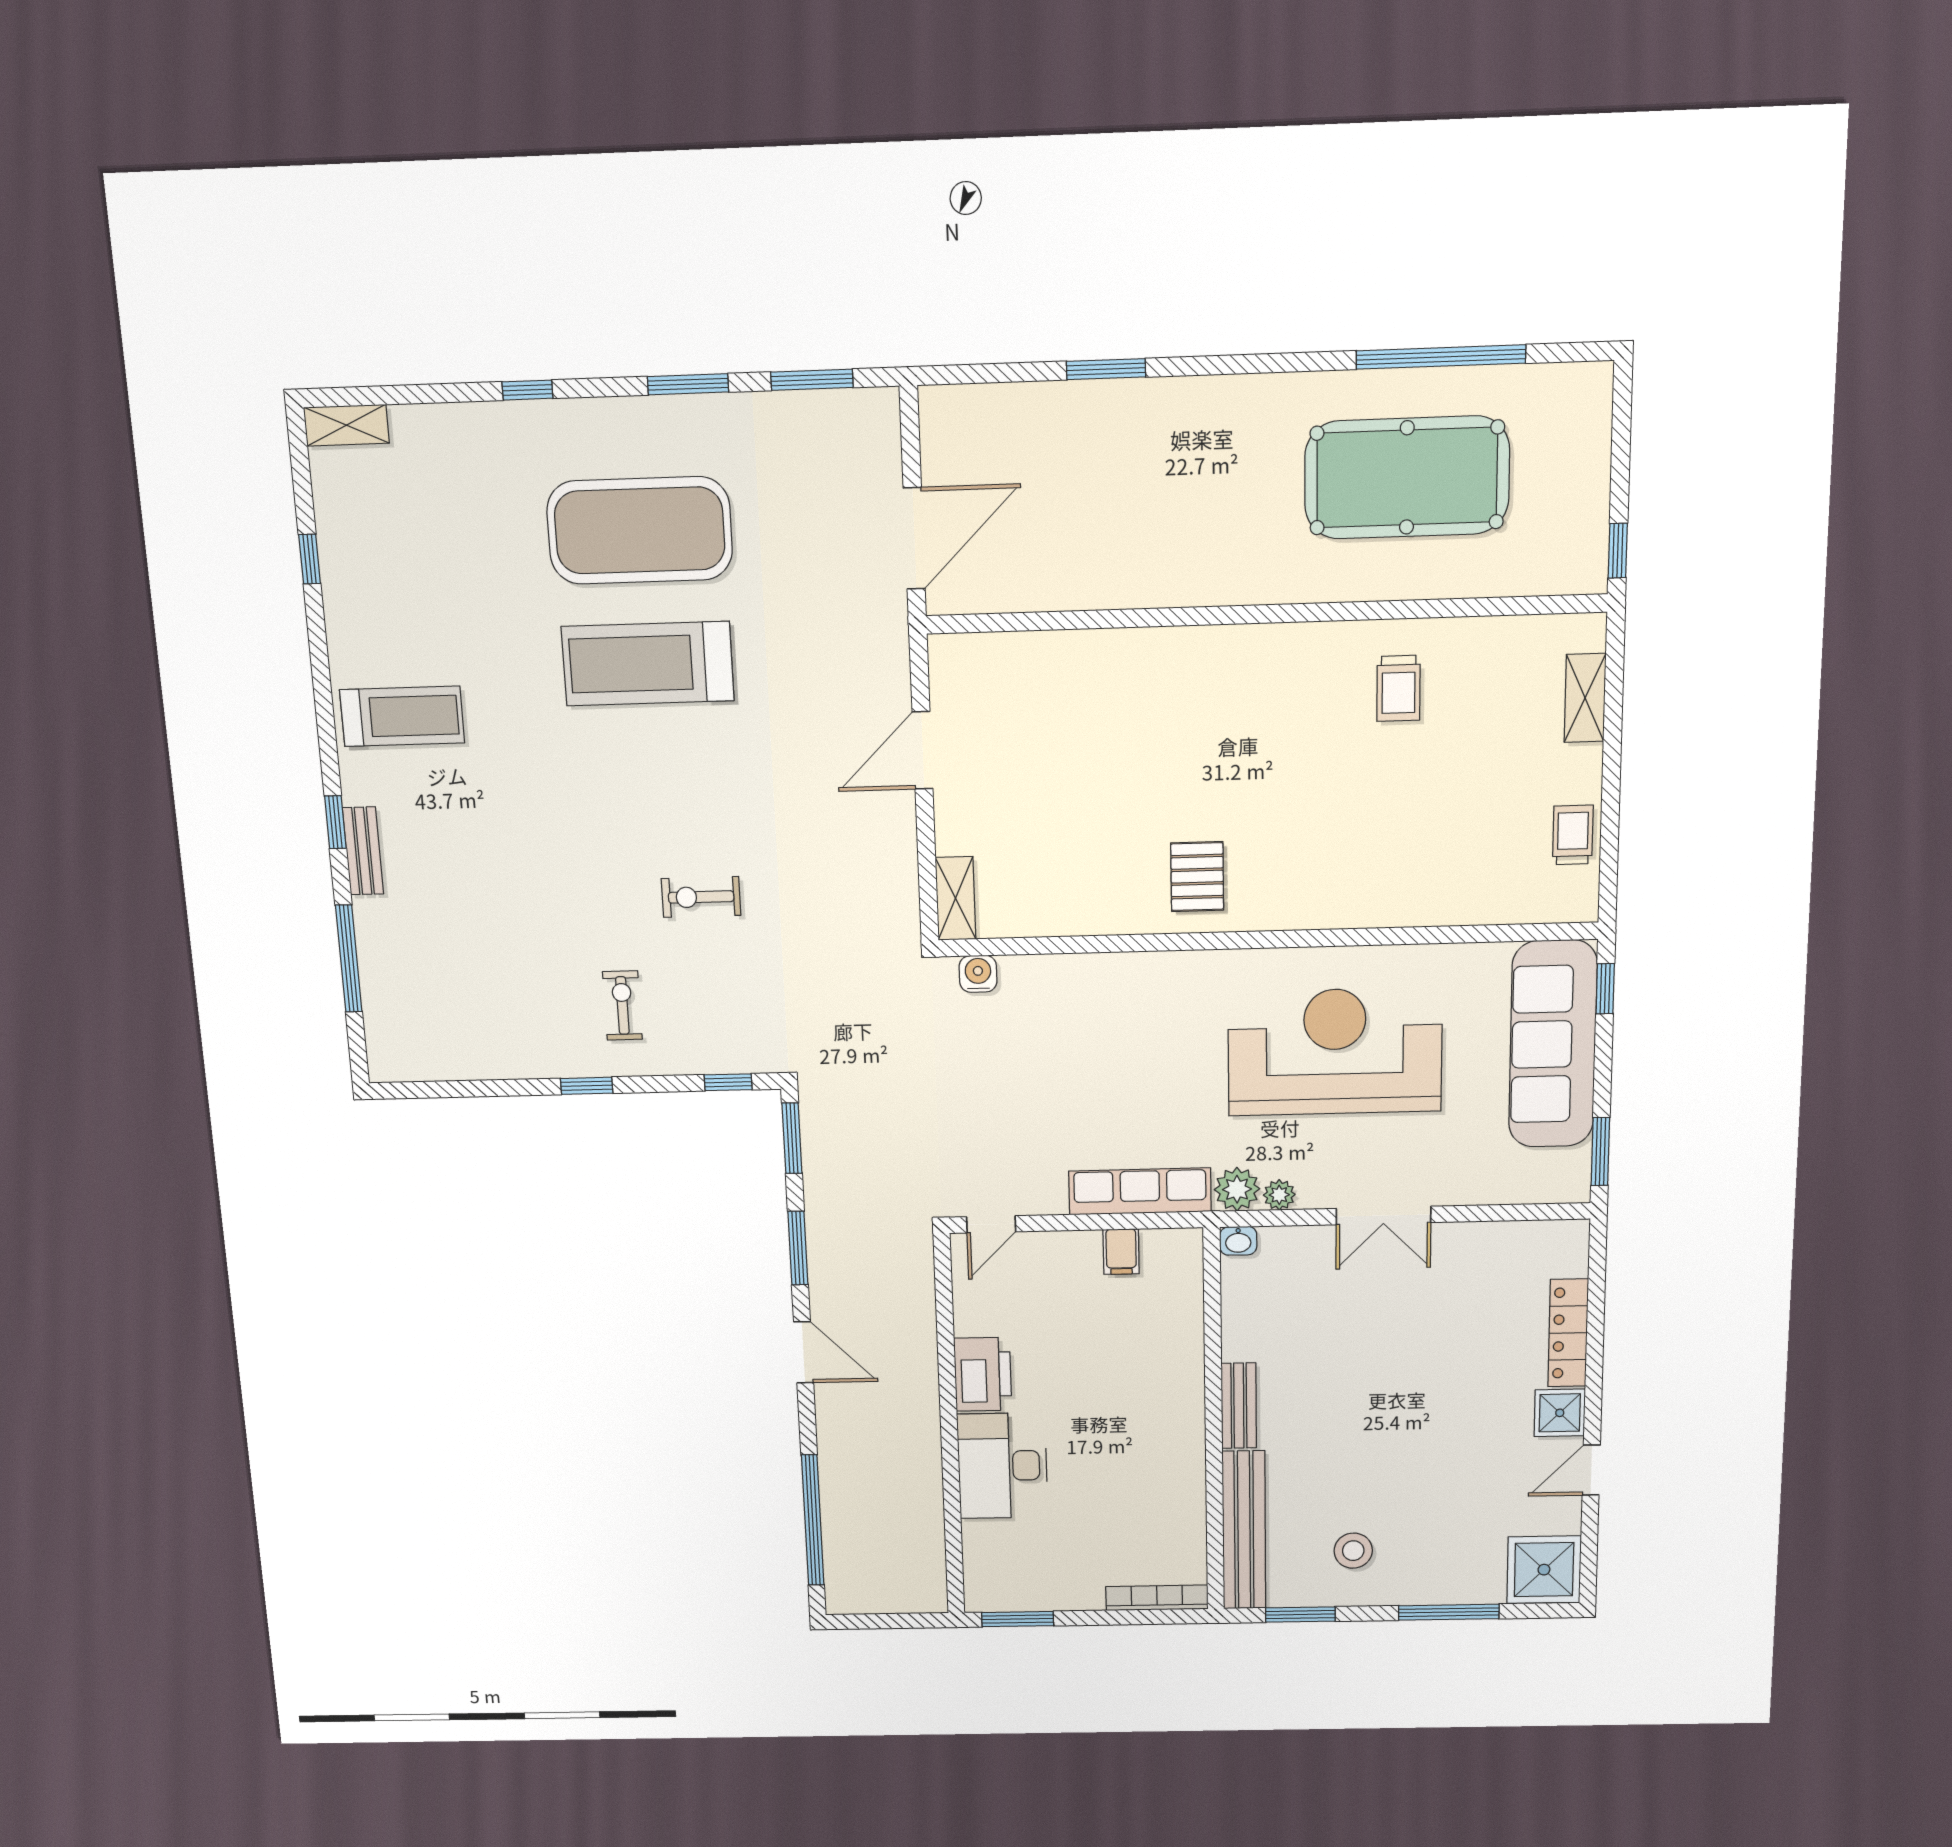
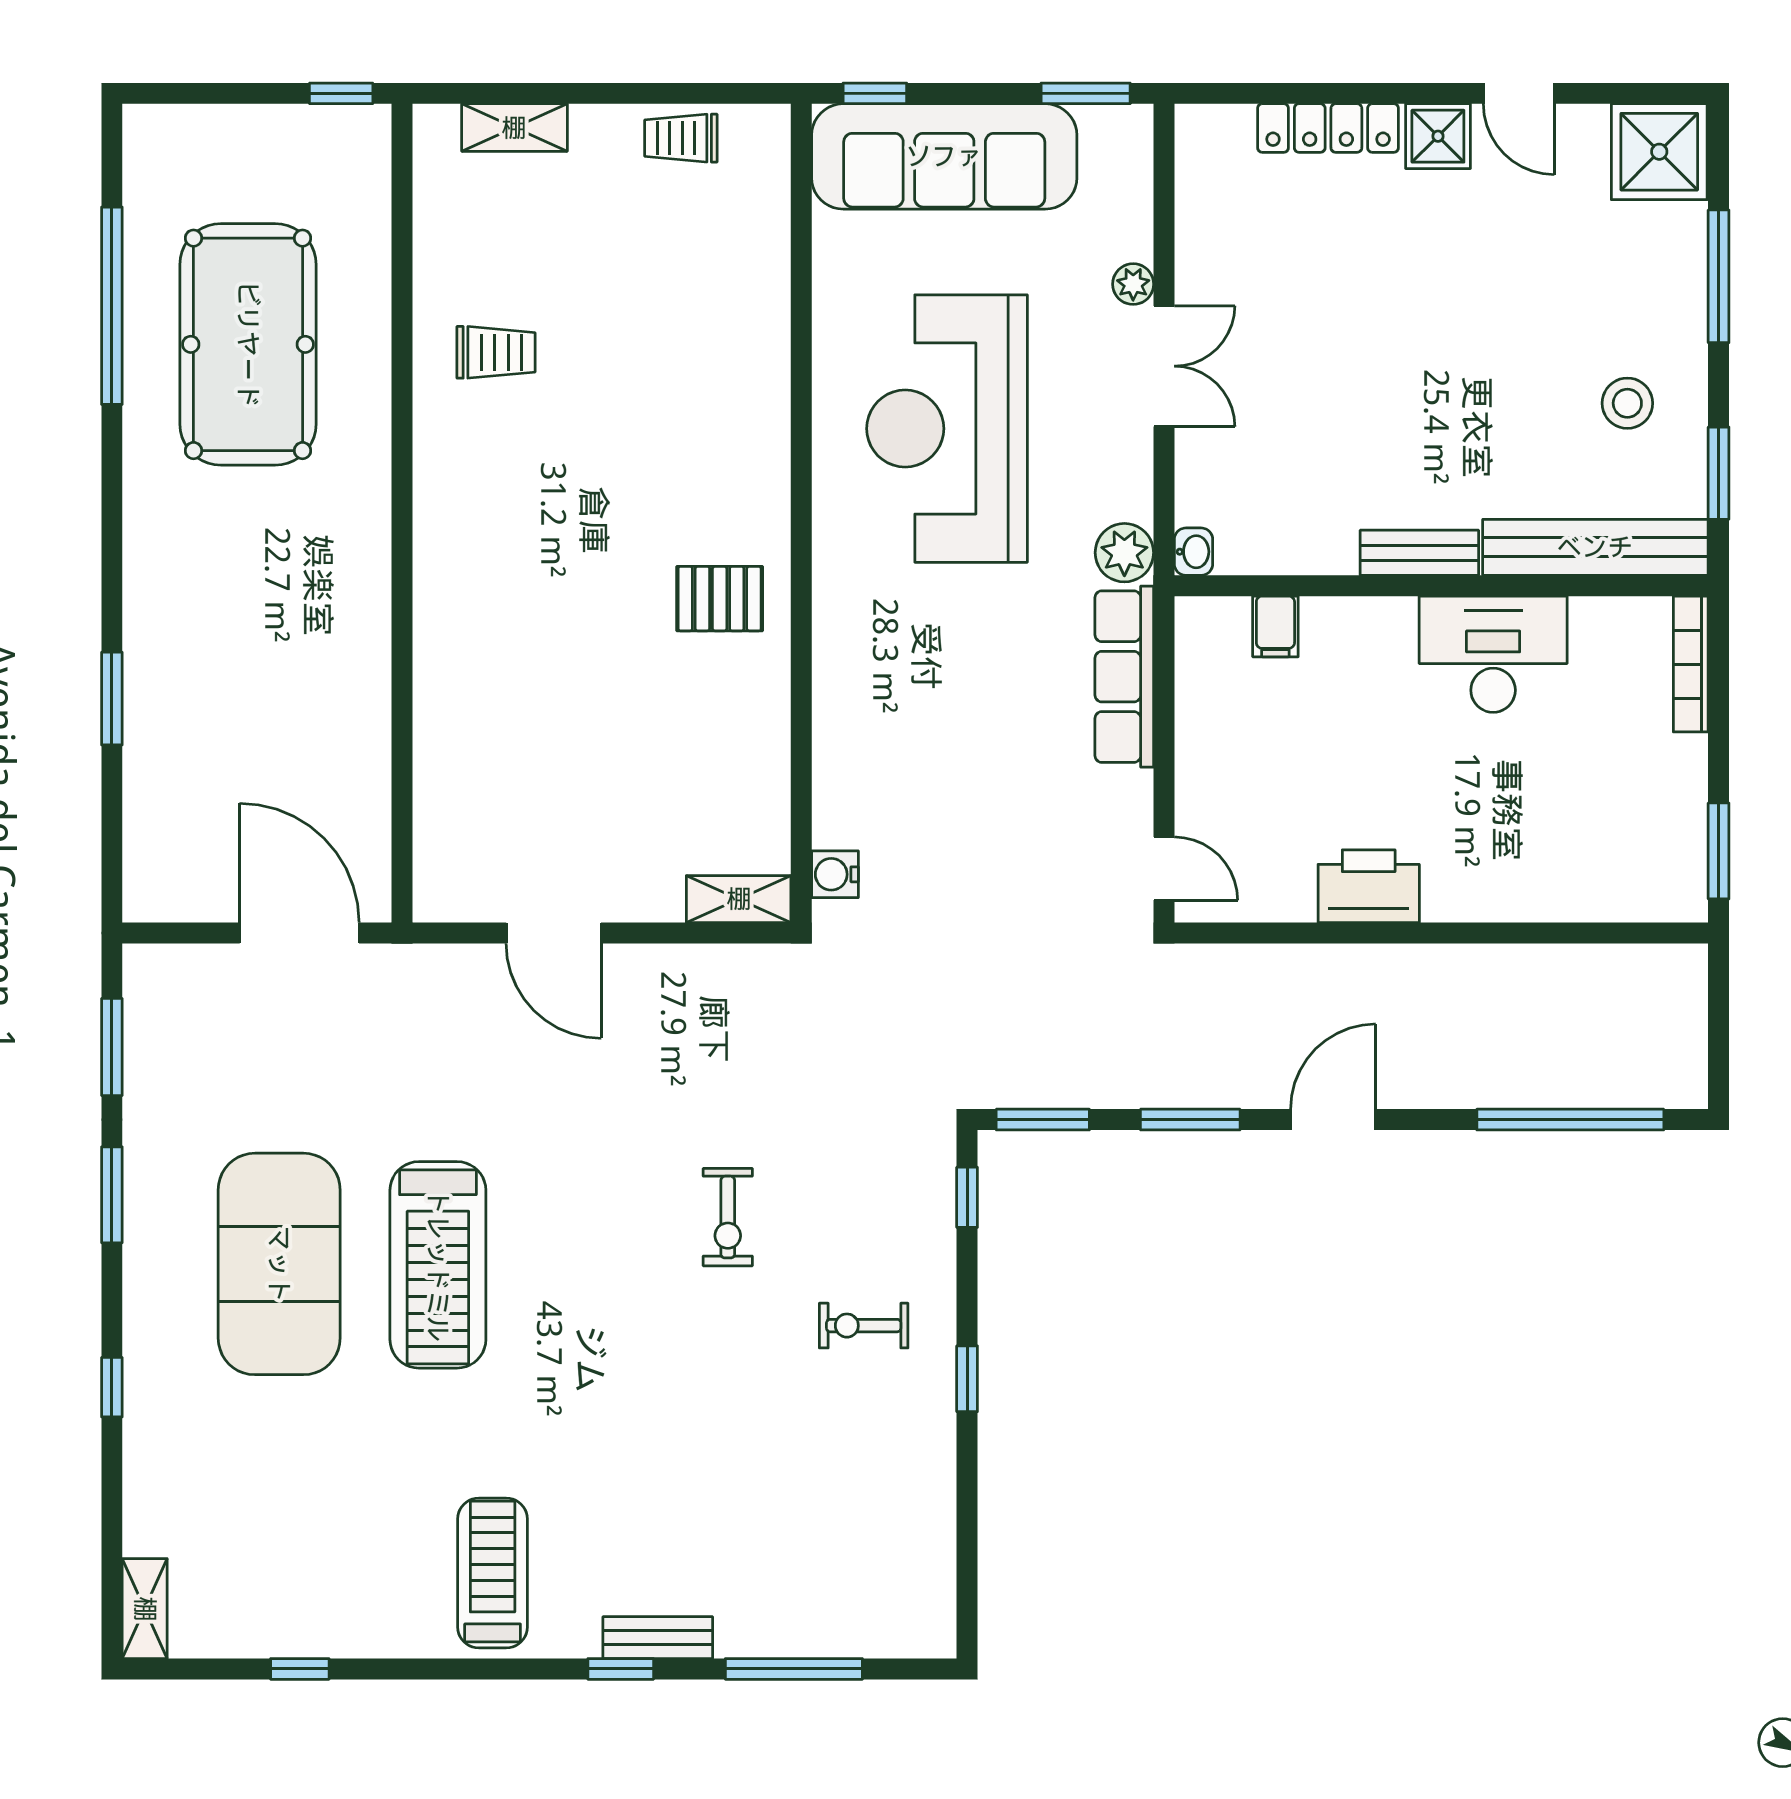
plant: (1279, 1195) -> (1133, 284), moved
filing cabinet: (1121, 1252) -> (1275, 626), moved, turned 90
desk: (1002, 1466) -> (1493, 654), moved, turned 180

